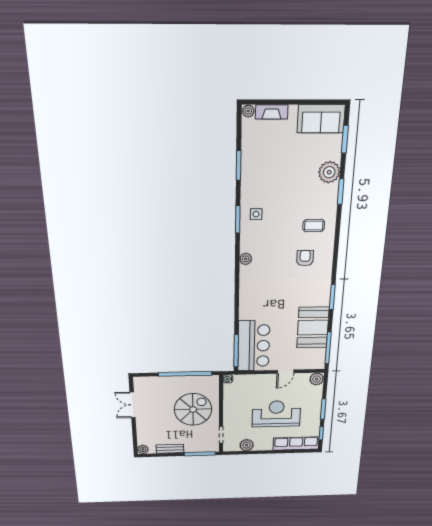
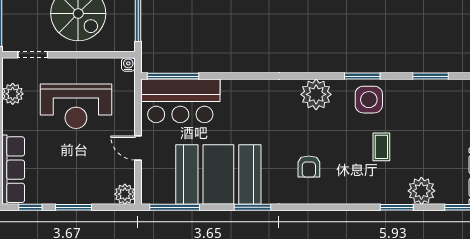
side table: (256, 214) -> (369, 100), width x1.87, depth x1.87
coffee table: (314, 226) -> (381, 147), moved
armchair: (305, 258) -> (309, 167), turned 90
plant: (246, 259) -> (316, 94), width x1.87, depth x1.87
booth: (313, 328) -> (218, 175), width x1.36, depth x1.42
reception desk: (276, 414) -> (76, 106), moved, turned 90

